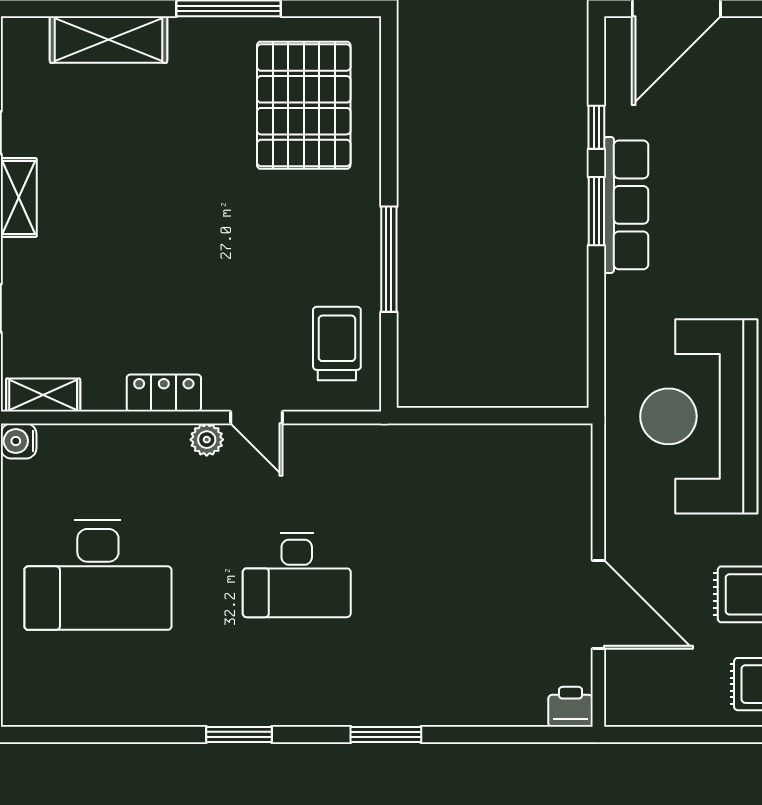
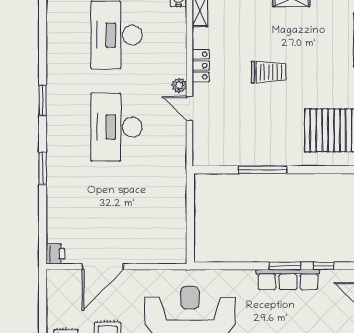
trolley: (337, 344) -> (269, 72), moved
door: (256, 418) -> (189, 108), hinge flipped
desk: (297, 575) -> (116, 127), width x1.36, depth x1.30

